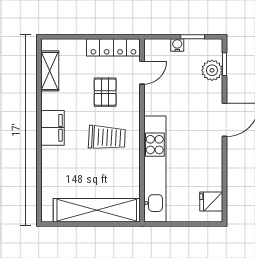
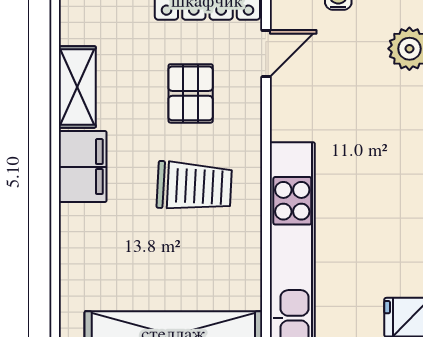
shelving: (50, 71) -> (77, 87), moved

